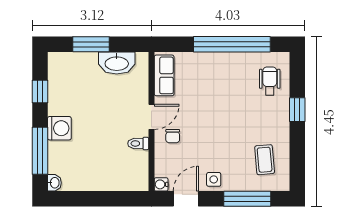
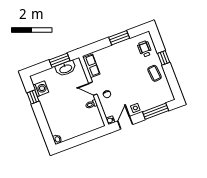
window: (91, 44) -> (60, 60), moved
window: (232, 44) -> (119, 38), width x0.47
door: (151, 117) -> (93, 89), swing flipped
washing machine: (59, 128) -> (41, 89), moved
window: (40, 151) -> (44, 126), removed
coffee table: (265, 160) -> (155, 73), moved

